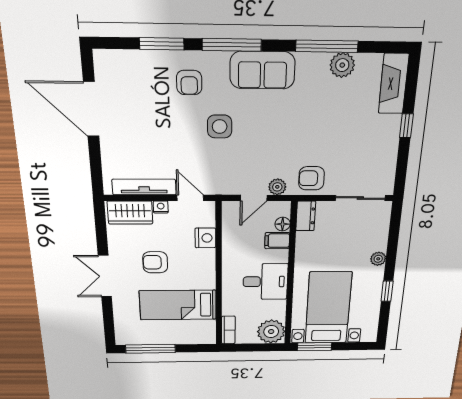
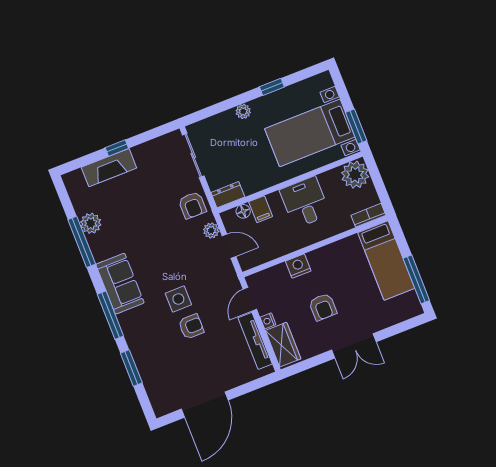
armchair: (189, 83) -> (191, 327), moved
fireplace: (394, 84) -> (109, 168), moved
nightstand: (205, 238) -> (298, 266), moved
bed: (178, 305) -> (386, 261), moved

